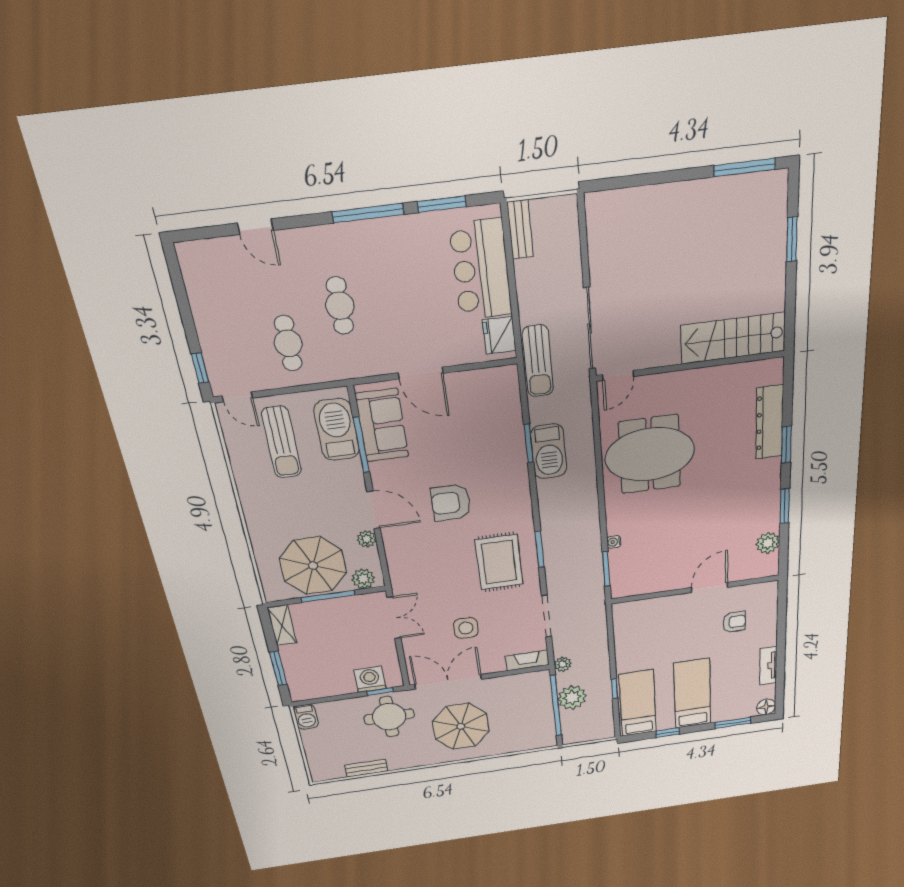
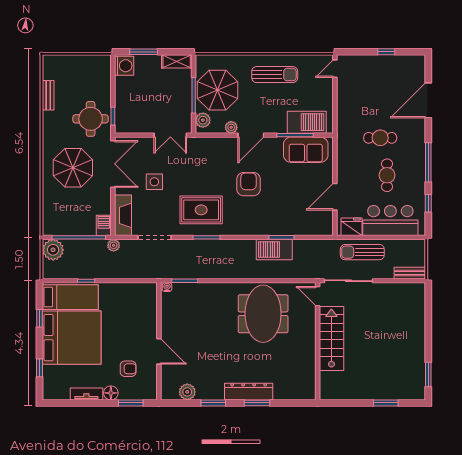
window: (744, 167) -> (428, 374), width x0.69
window: (442, 204) -> (428, 203), width x0.67
door: (255, 227) -> (428, 100), width x1.87
bench: (520, 230) -> (410, 273), moved
stairs: (733, 338) -> (331, 338), moved
cafe table: (288, 343) -> (387, 175), moved, turned 90
sun lounger: (538, 361) -> (362, 252), moved
window: (200, 368) -> (386, 52), moved
door: (421, 373) -> (335, 197), moved
dresser: (769, 422) -> (249, 392), moved
sun lounger: (281, 442) -> (275, 75), moved, turned 180
water cooler: (614, 542) -> (167, 287), moved
window: (782, 612) -> (131, 403), added
armchair: (734, 622) -> (128, 369), turned -90
fireplace: (527, 660) -> (123, 215), width x1.37, depth x1.32
washing machine: (370, 679) -> (124, 66), moved
bed: (692, 694) -> (72, 338), width x2.04
plant: (572, 697) -> (53, 250), moved
floor lamp: (766, 707) -> (111, 393), moved
barbecue: (306, 717) -> (104, 225), moved, turned 90
window: (733, 723) -> (40, 368), width x0.67

